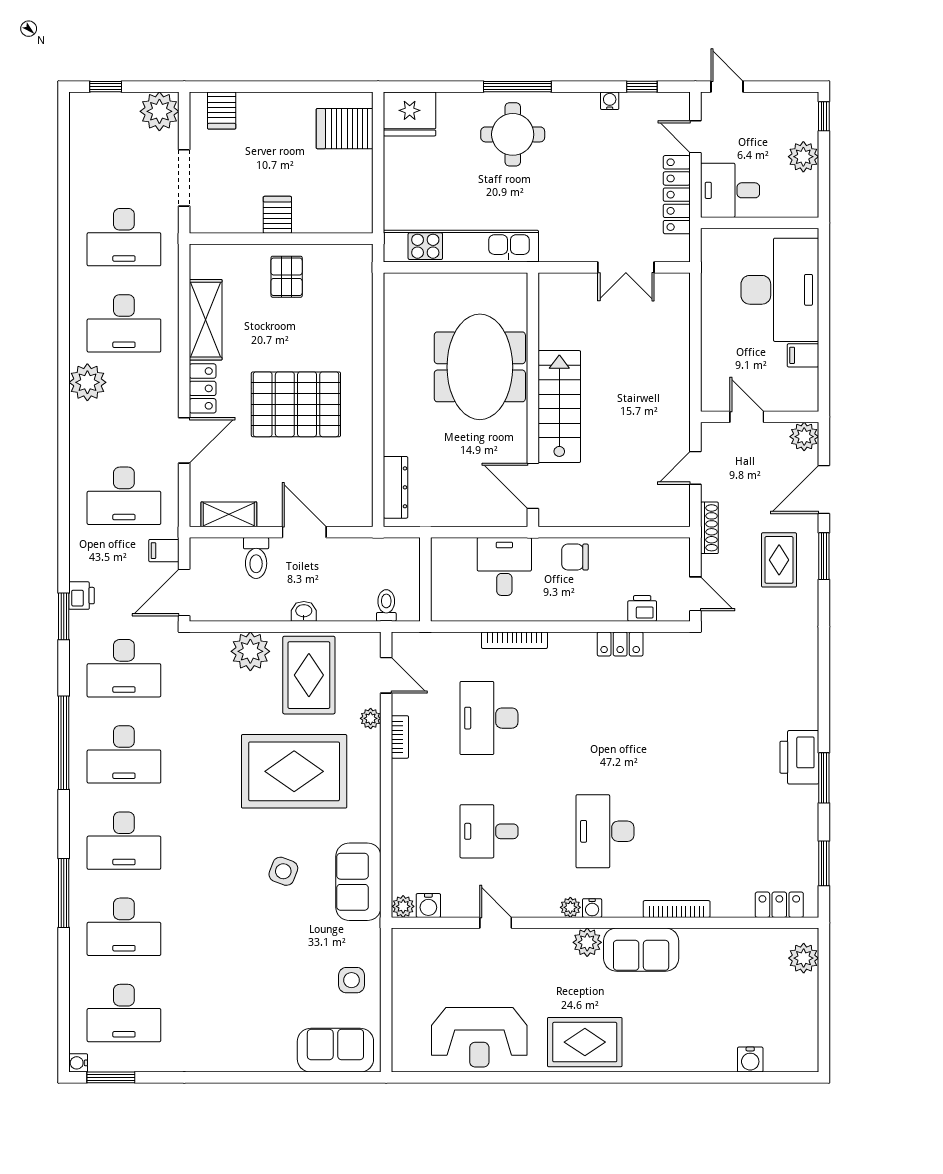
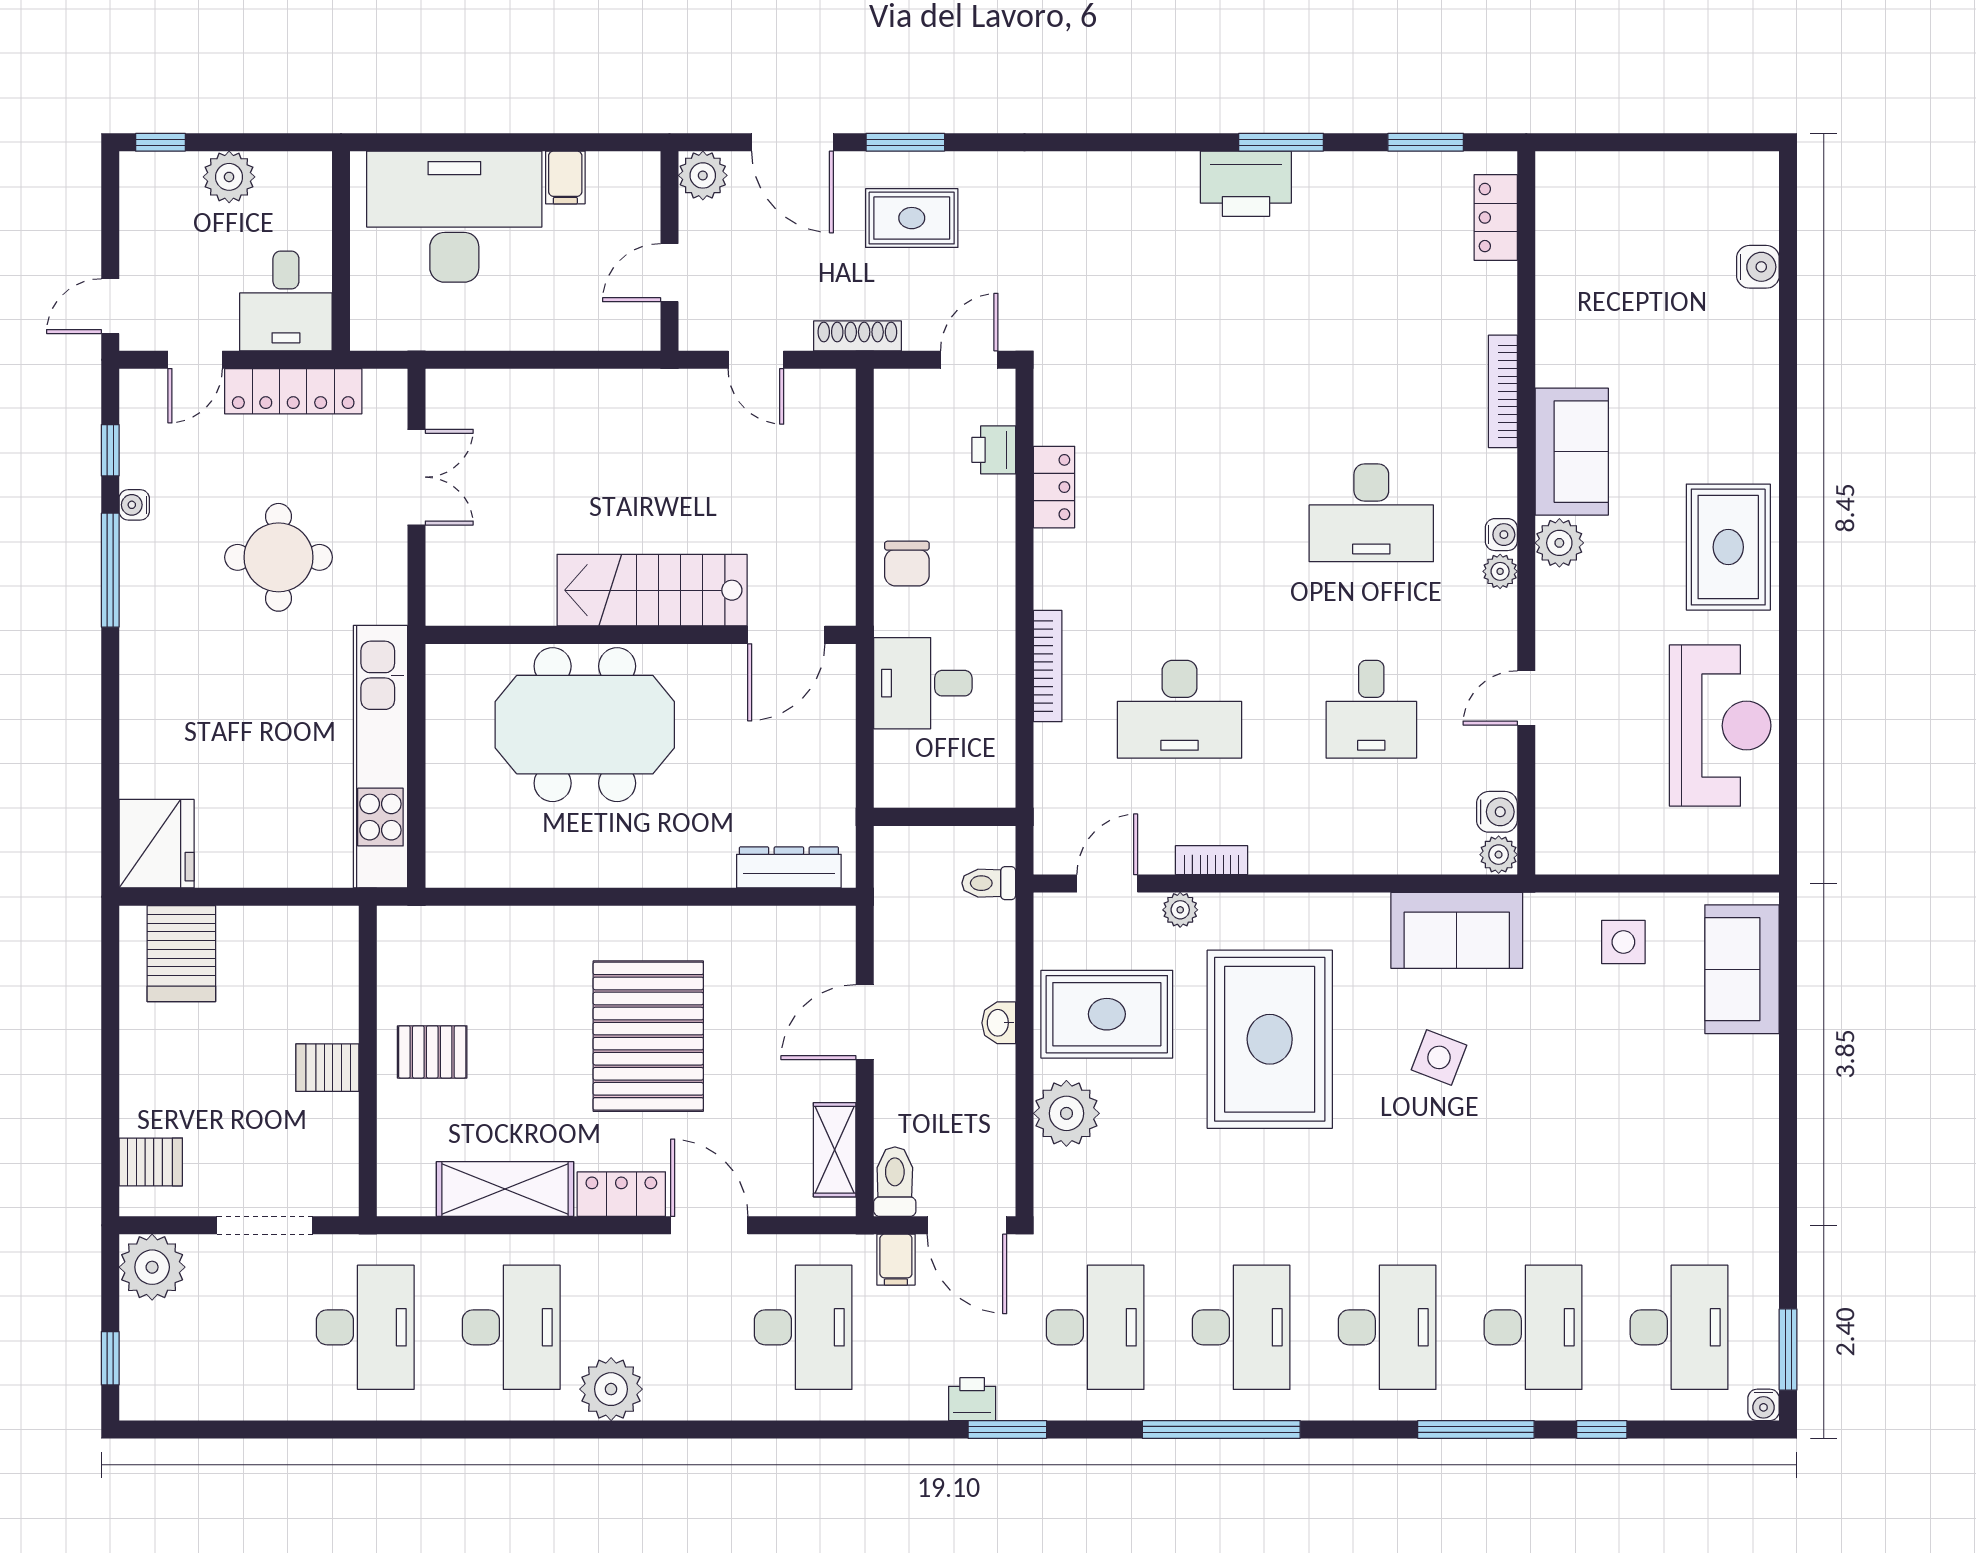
window: (517, 87) -> (110, 570), moved
round table: (513, 134) -> (279, 557), moved
toilet: (256, 558) -> (895, 1182), moved, turned -90
plant: (804, 958) -> (1586, 177), removed
window: (64, 967) -> (1602, 1429), added

